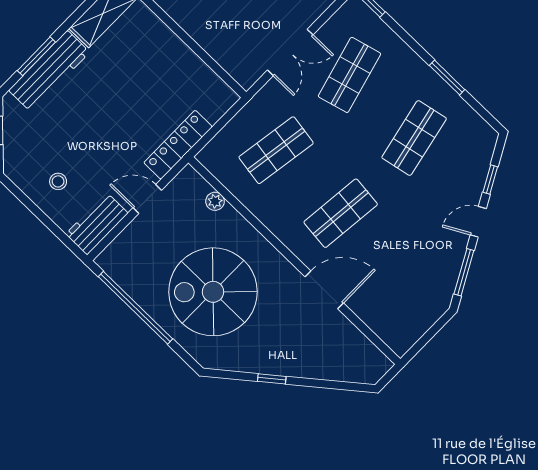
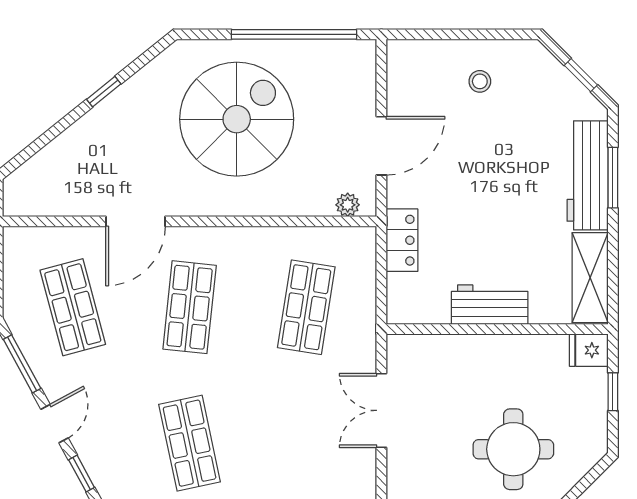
shop shelf: (349, 75) -> (73, 307), moved
locker: (178, 145) -> (402, 240), width x0.66
door: (147, 199) -> (381, 146), width x1.38
plant: (215, 201) -> (348, 205), moved
workbench: (97, 224) -> (490, 305), moved, turned -90

